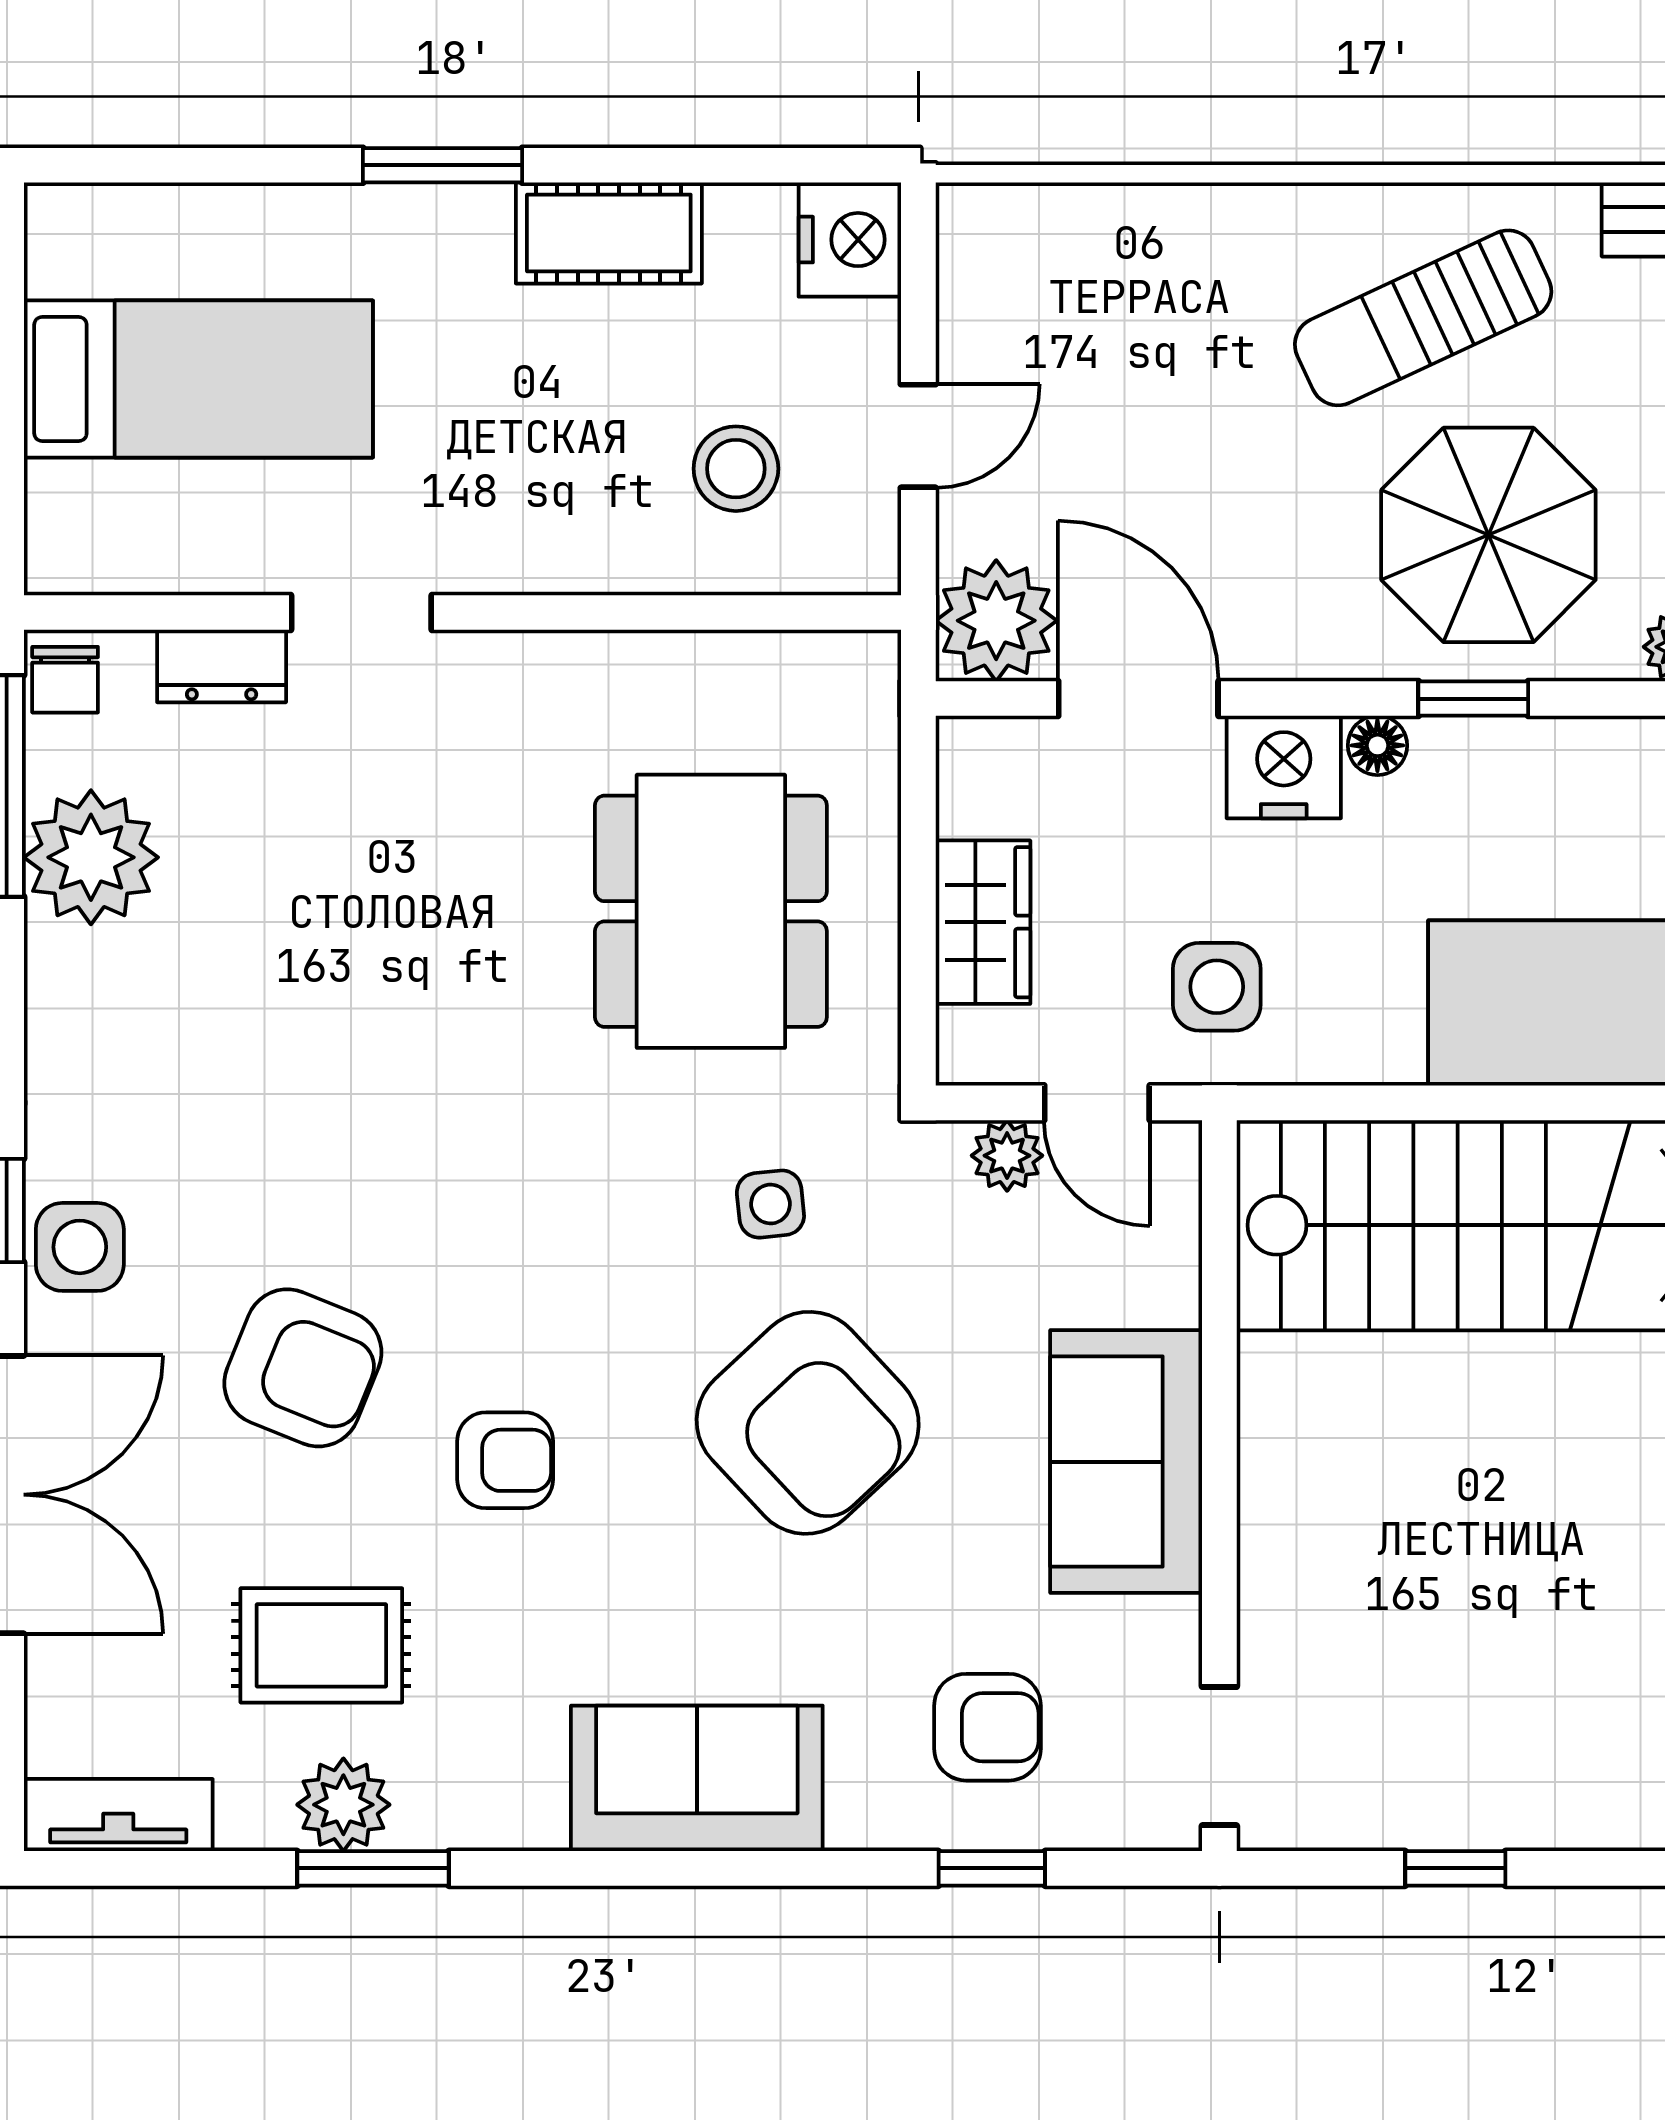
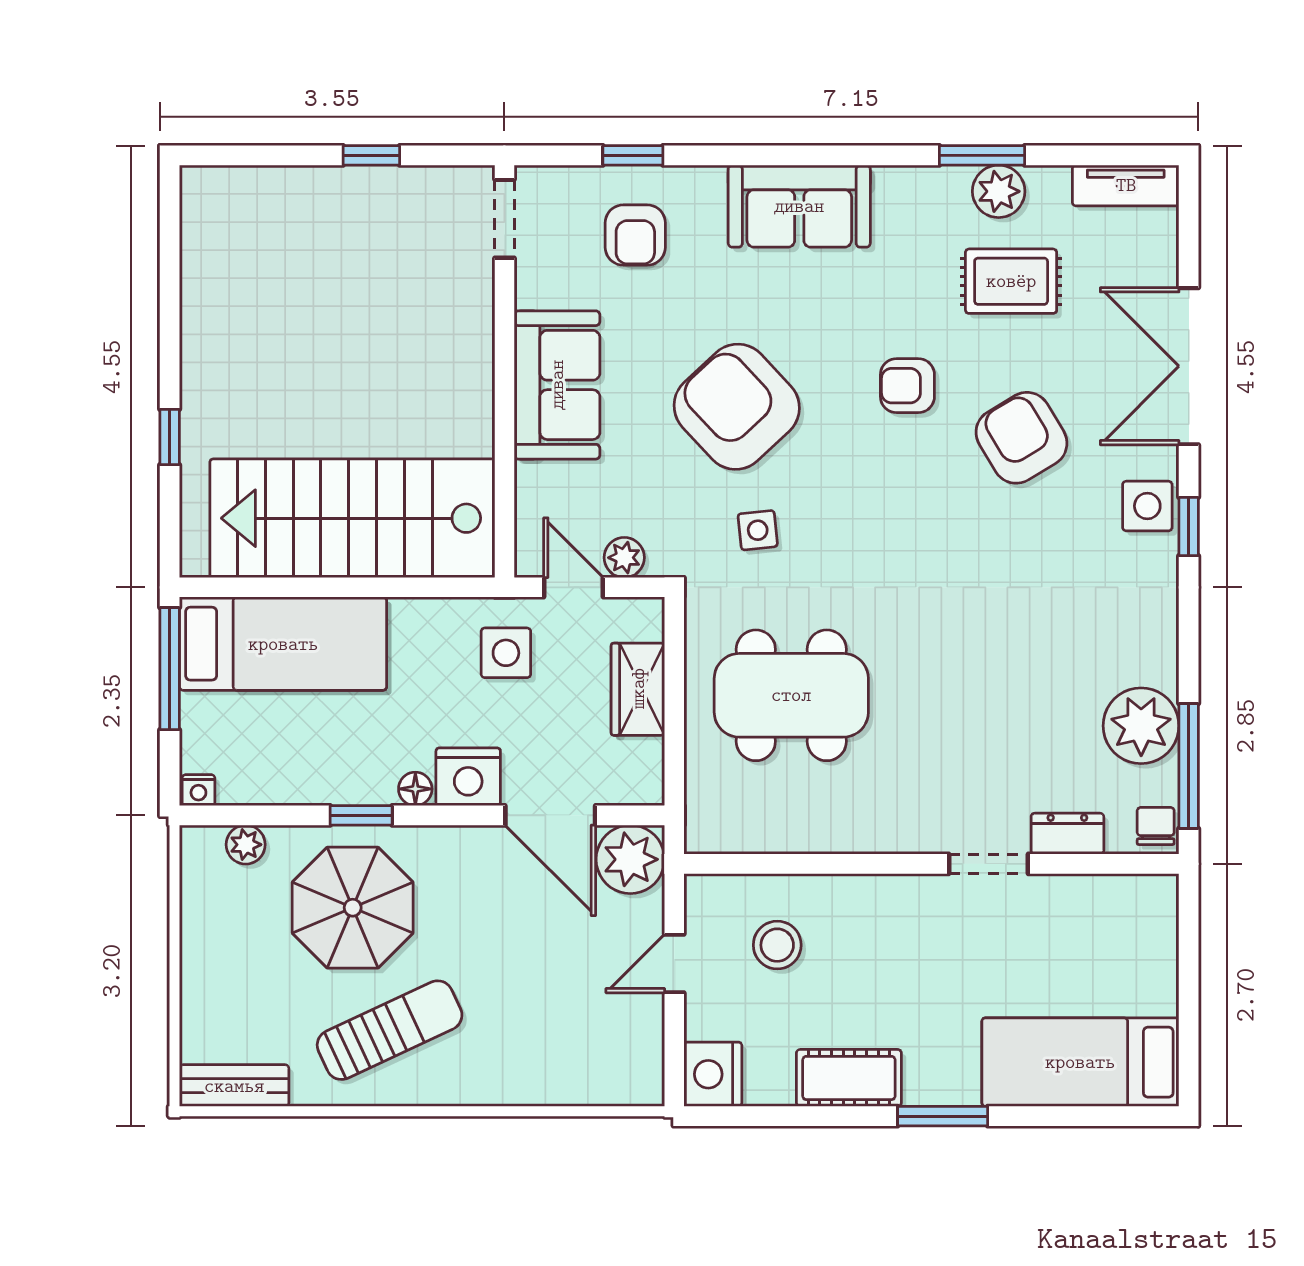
bed: (198, 379) -> (1080, 1062), moved
dining table: (711, 911) -> (791, 695), turned 90
armchair: (303, 1368) -> (1021, 438), turned 37
armchair: (987, 1727) -> (635, 235), turned -90

